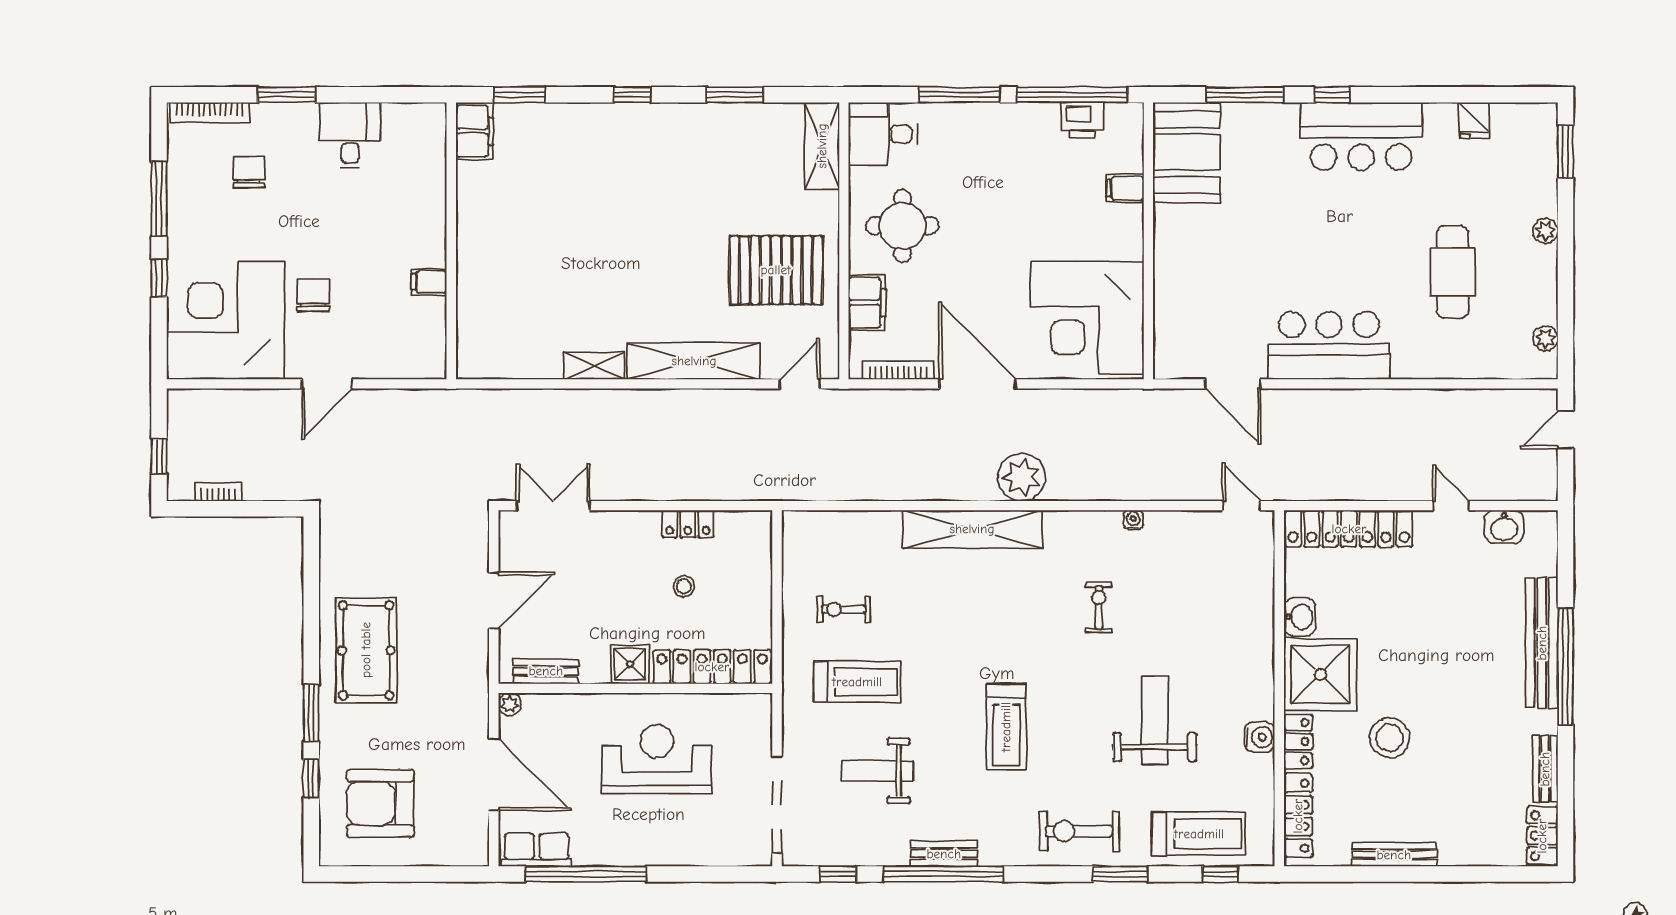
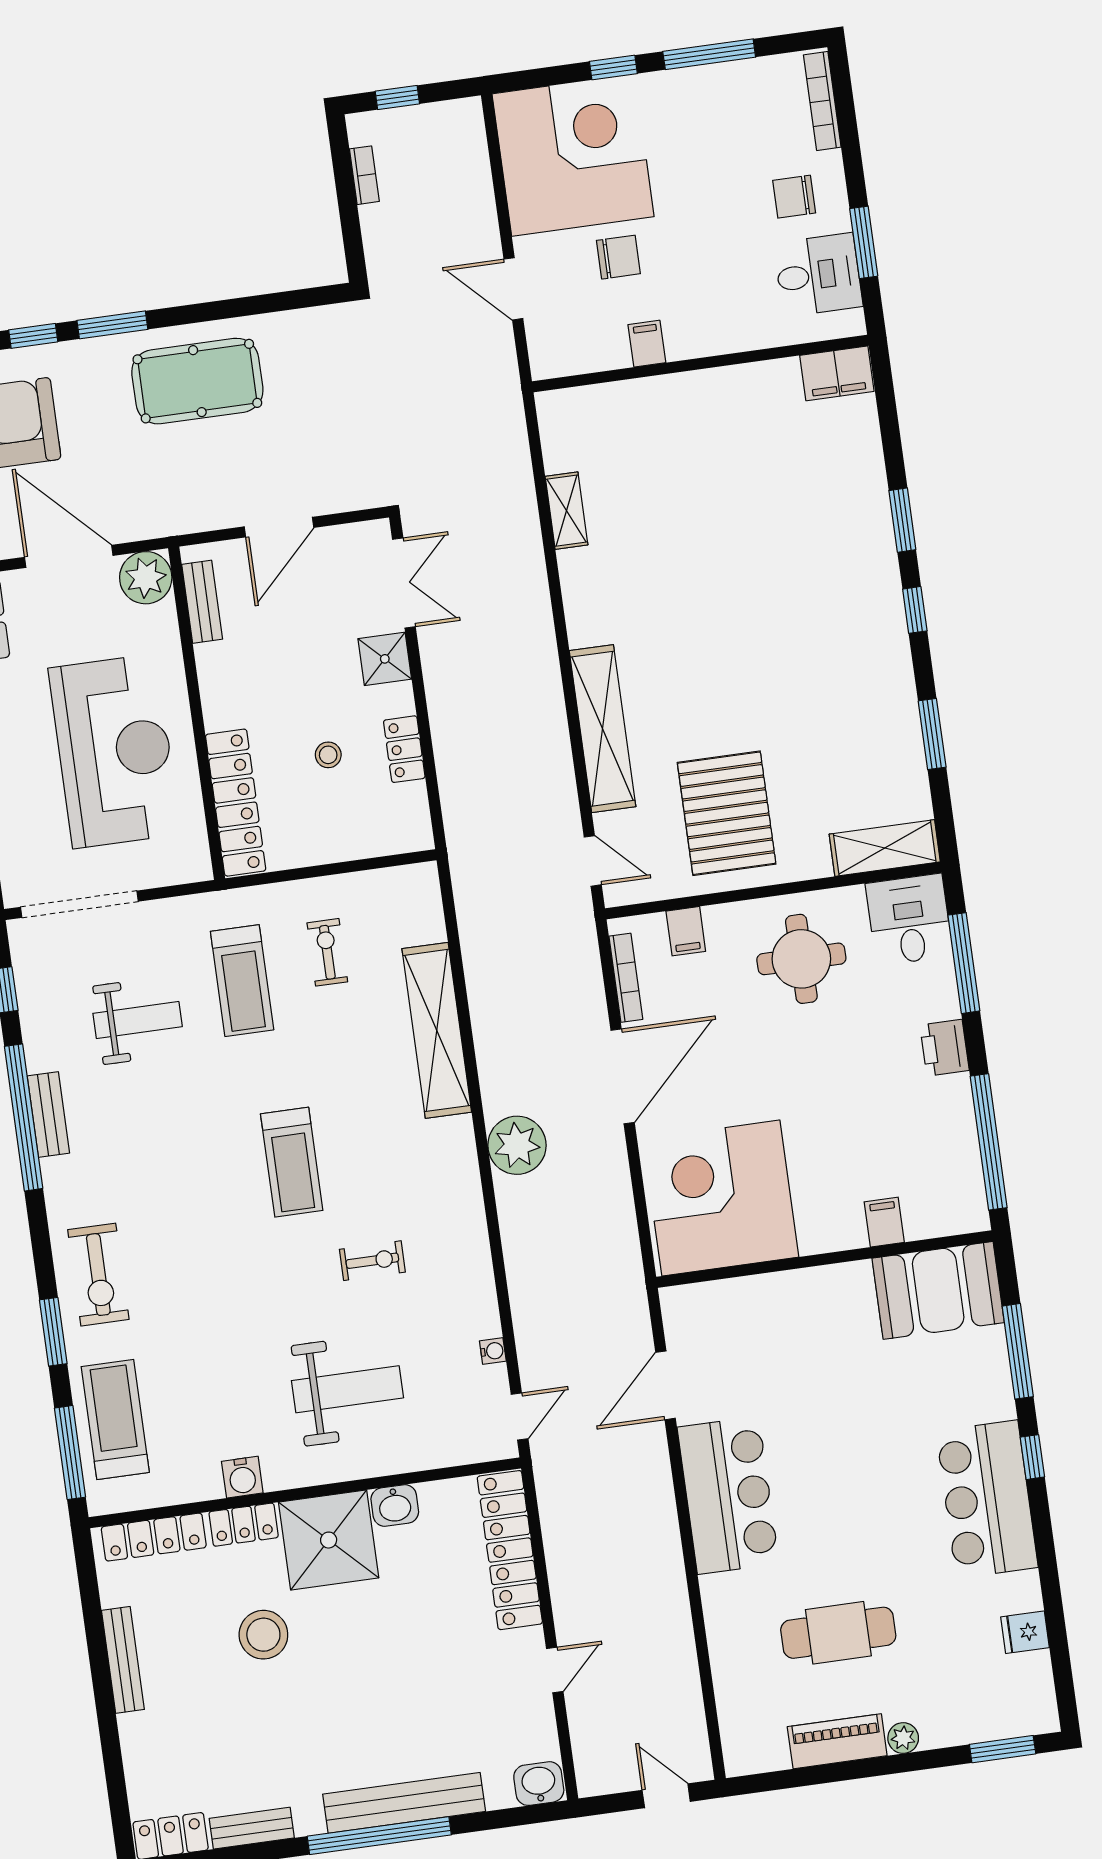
window: (287, 95) -> (864, 242), moved
window: (520, 95) -> (902, 520), moved
window: (959, 95) -> (964, 963), moved
printer: (1082, 120) -> (944, 1048), moved
filing cabinet: (475, 131) -> (837, 373), moved
chair: (249, 172) -> (794, 197), moved, turned 180
wall: (451, 241) -> (700, 364), moved
filing cabinet: (429, 282) -> (647, 344), moved
piano: (1540, 285) -> (837, 1741), added
filing cabinet: (867, 302) -> (686, 931), width x0.50
plant: (1545, 339) -> (773, 1756), removed
shelving: (594, 366) -> (566, 511), moved
water cooler: (1133, 520) -> (493, 1351), moved
washbasin: (1504, 527) -> (539, 1784), moved, turned 90
shelving: (972, 529) -> (437, 1030), moved
door: (494, 601) -> (279, 527), hinge flipped
shower: (630, 664) -> (385, 659), moved
plant: (510, 704) -> (146, 578), width x1.87, depth x1.87
weight bench: (1155, 720) -> (347, 1389), moved
treadmill: (1006, 727) -> (292, 1162), moved, turned -90
reception desk: (657, 759) -> (115, 751), width x1.36, depth x1.30
weight bench: (877, 771) -> (138, 1020), turned 90
door: (494, 774) -> (69, 556), swing flipped
exercise bike: (1079, 831) -> (98, 1275), turned 180
treadmill: (1199, 834) -> (115, 1419), turned 180
window: (1220, 874) -> (70, 1453), width x2.17

